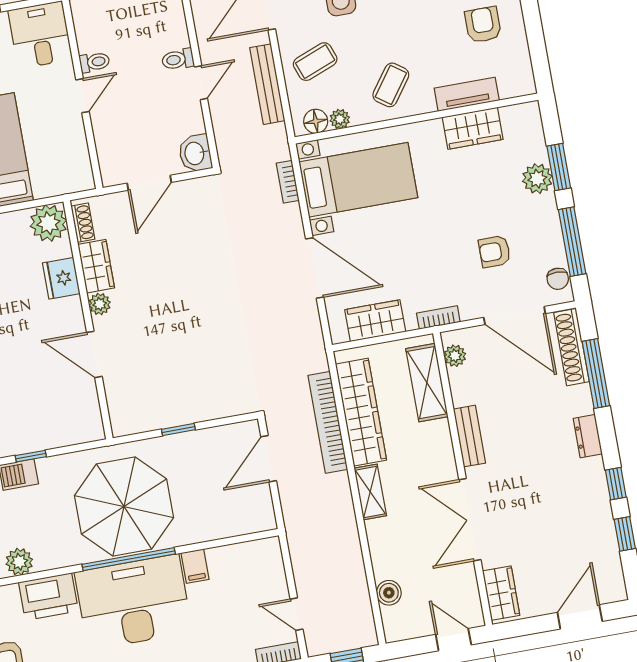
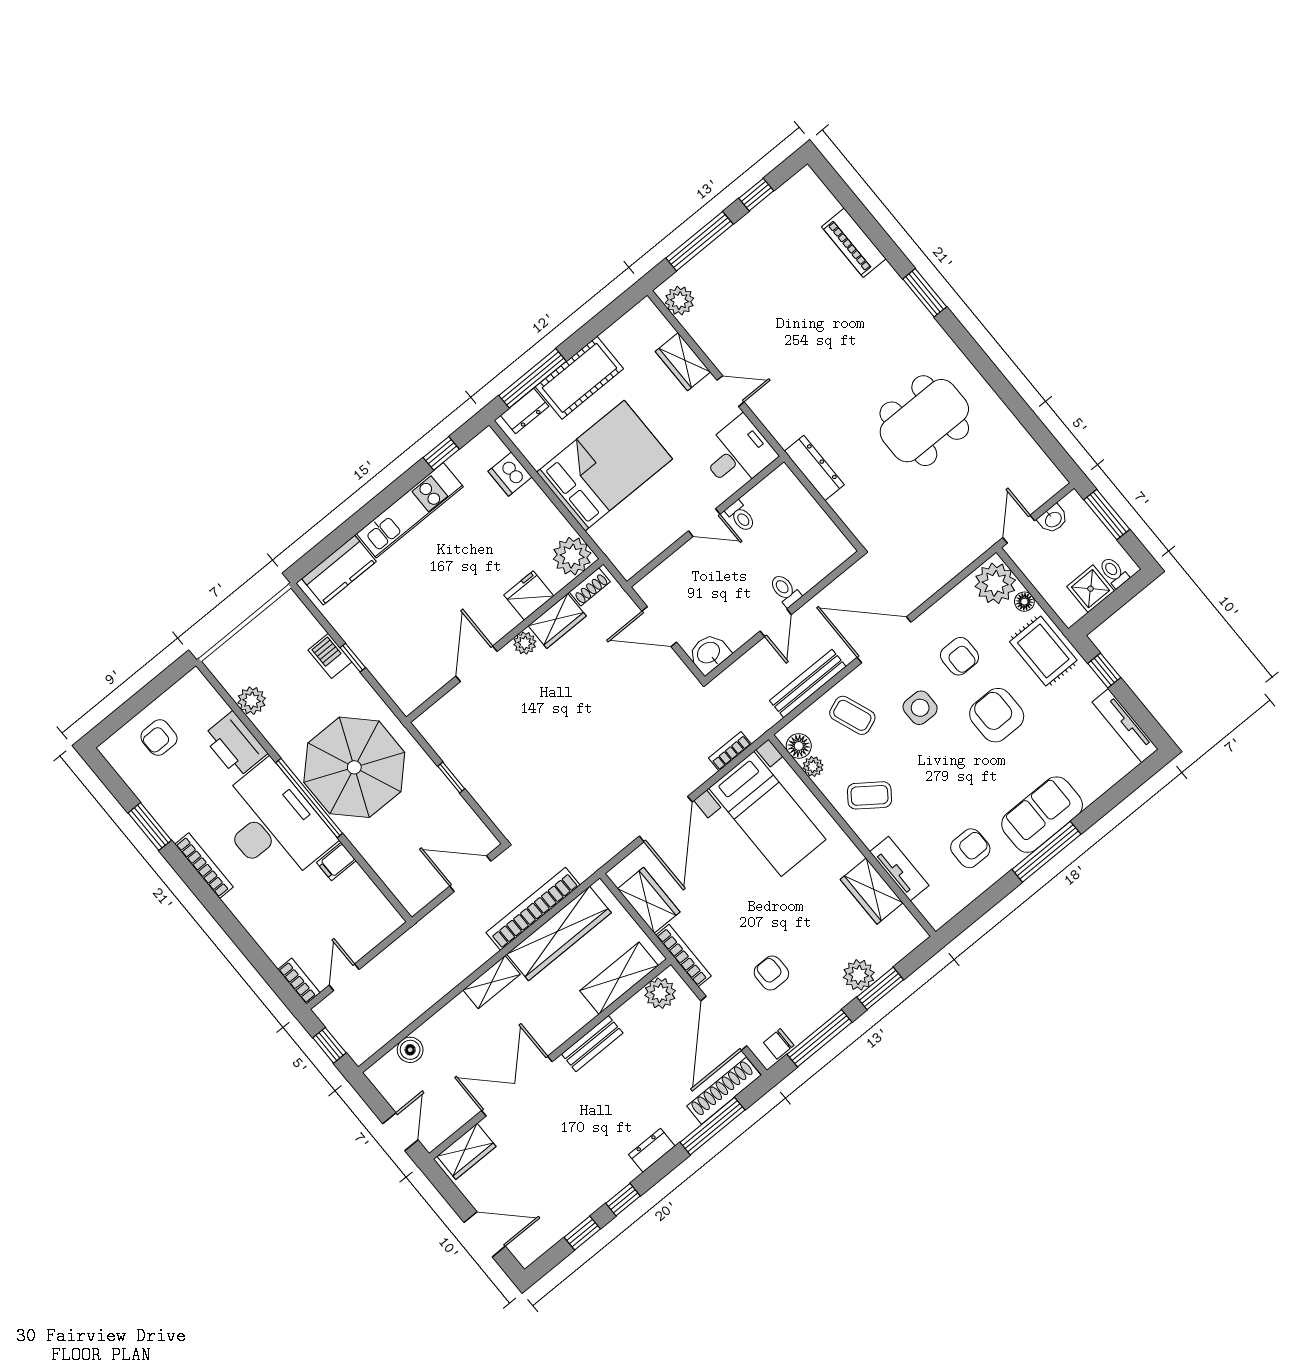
door: (201, 83) -> (776, 623), hinge flipped
bookcase: (438, 317) -> (683, 956), width x1.56
plant: (455, 356) -> (660, 993), width x1.38, depth x1.38

